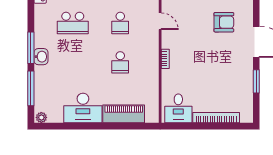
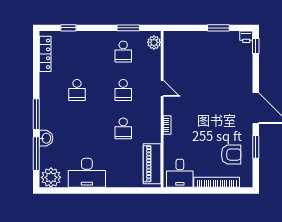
armchair: (224, 22) -> (231, 155), moved
school desk: (73, 23) -> (77, 90), width x0.54
washbasin: (41, 57) -> (46, 138), moved
piano: (124, 114) -> (152, 164), moved, turned -90
plant: (41, 117) -> (51, 177), width x1.88, depth x1.88

